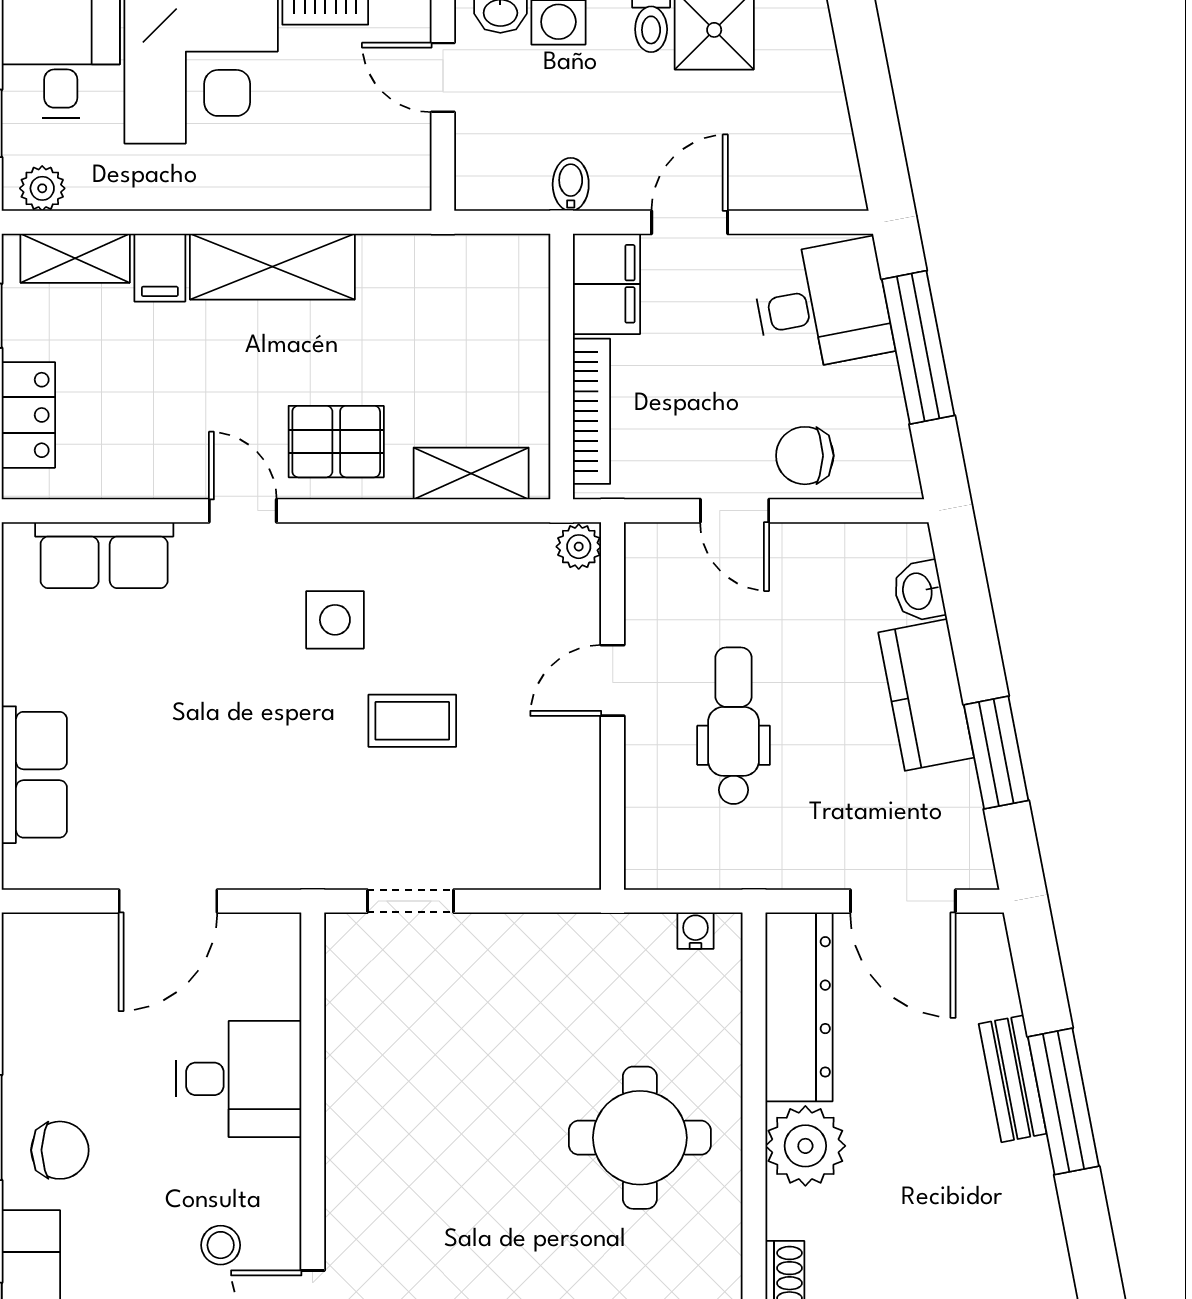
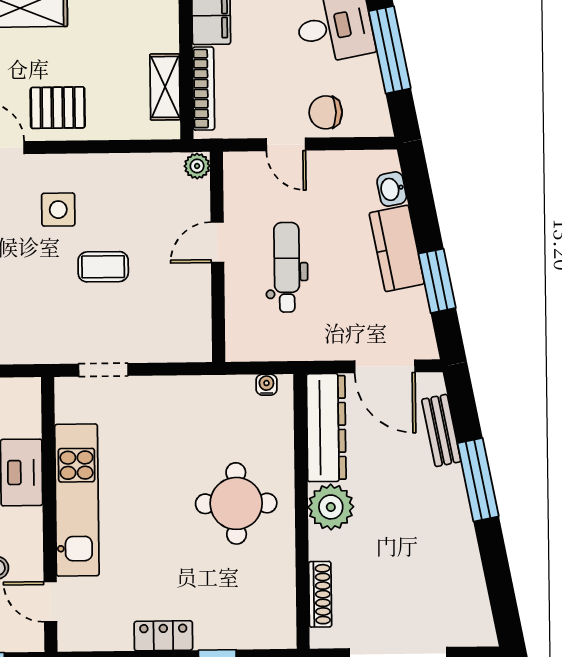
shelving: (471, 474) -> (165, 87), moved, turned 90
bench: (1013, 1079) -> (441, 430), moved
kitchen unit: (361, 1128) -> (77, 500), added

